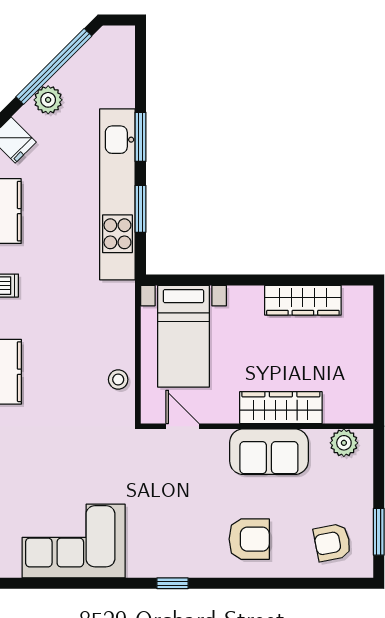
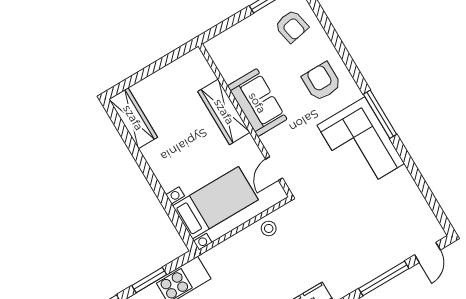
wardrobe: (303, 300) -> (133, 118), moved
plant: (344, 443) -> (222, 57), removed
corner sofa: (74, 541) -> (361, 144), moved
window: (173, 583) -> (380, 114), width x2.17

